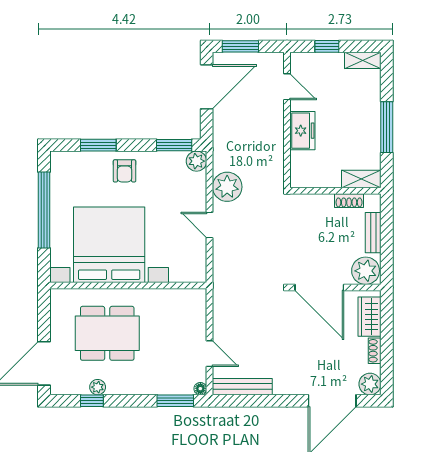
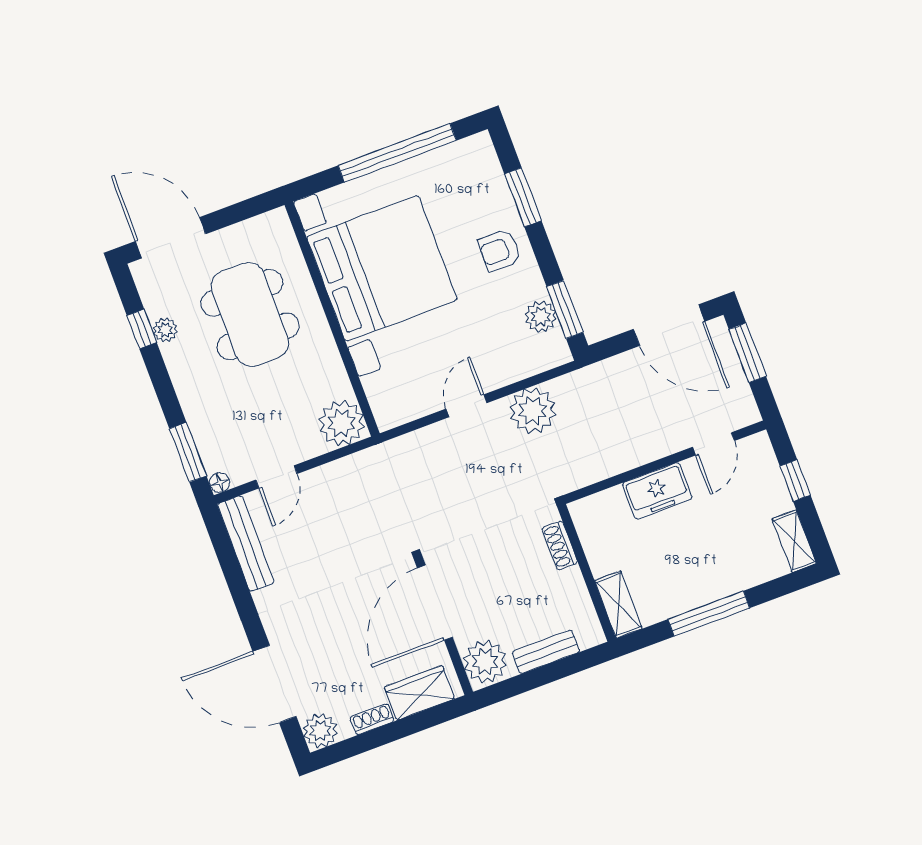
plant: (196, 161) -> (541, 317), moved
shoe rack: (349, 201) -> (560, 545), moved
plant: (192, 303) -> (342, 423), added

